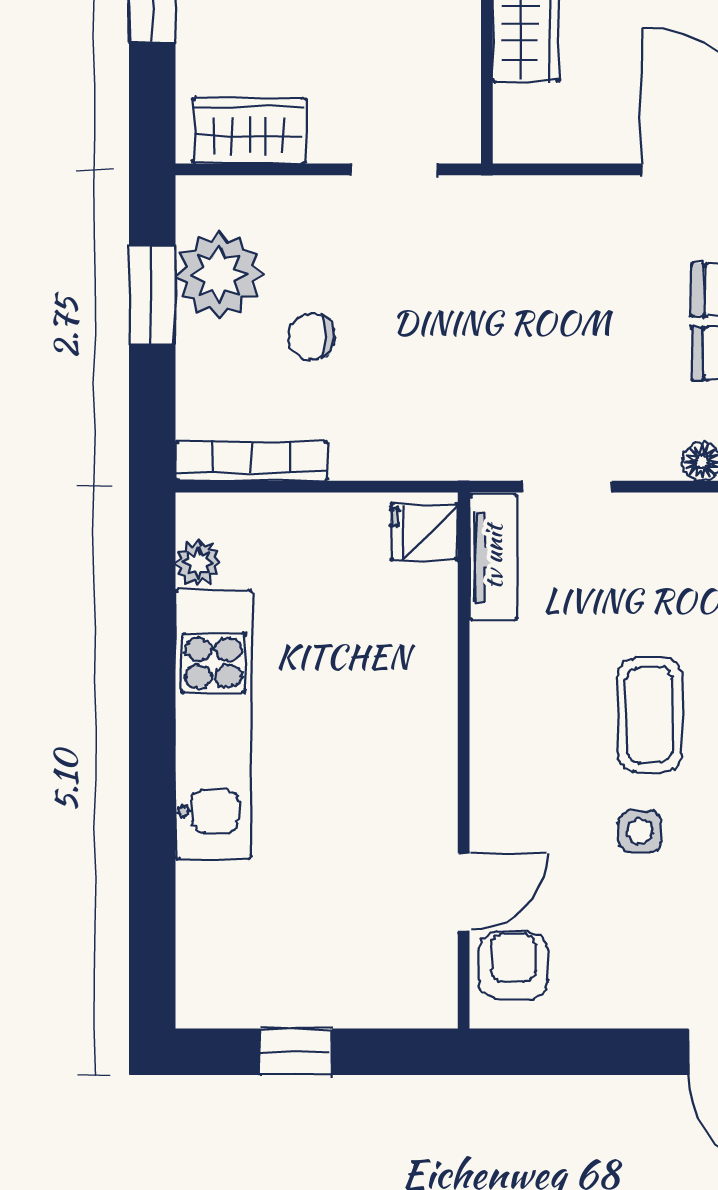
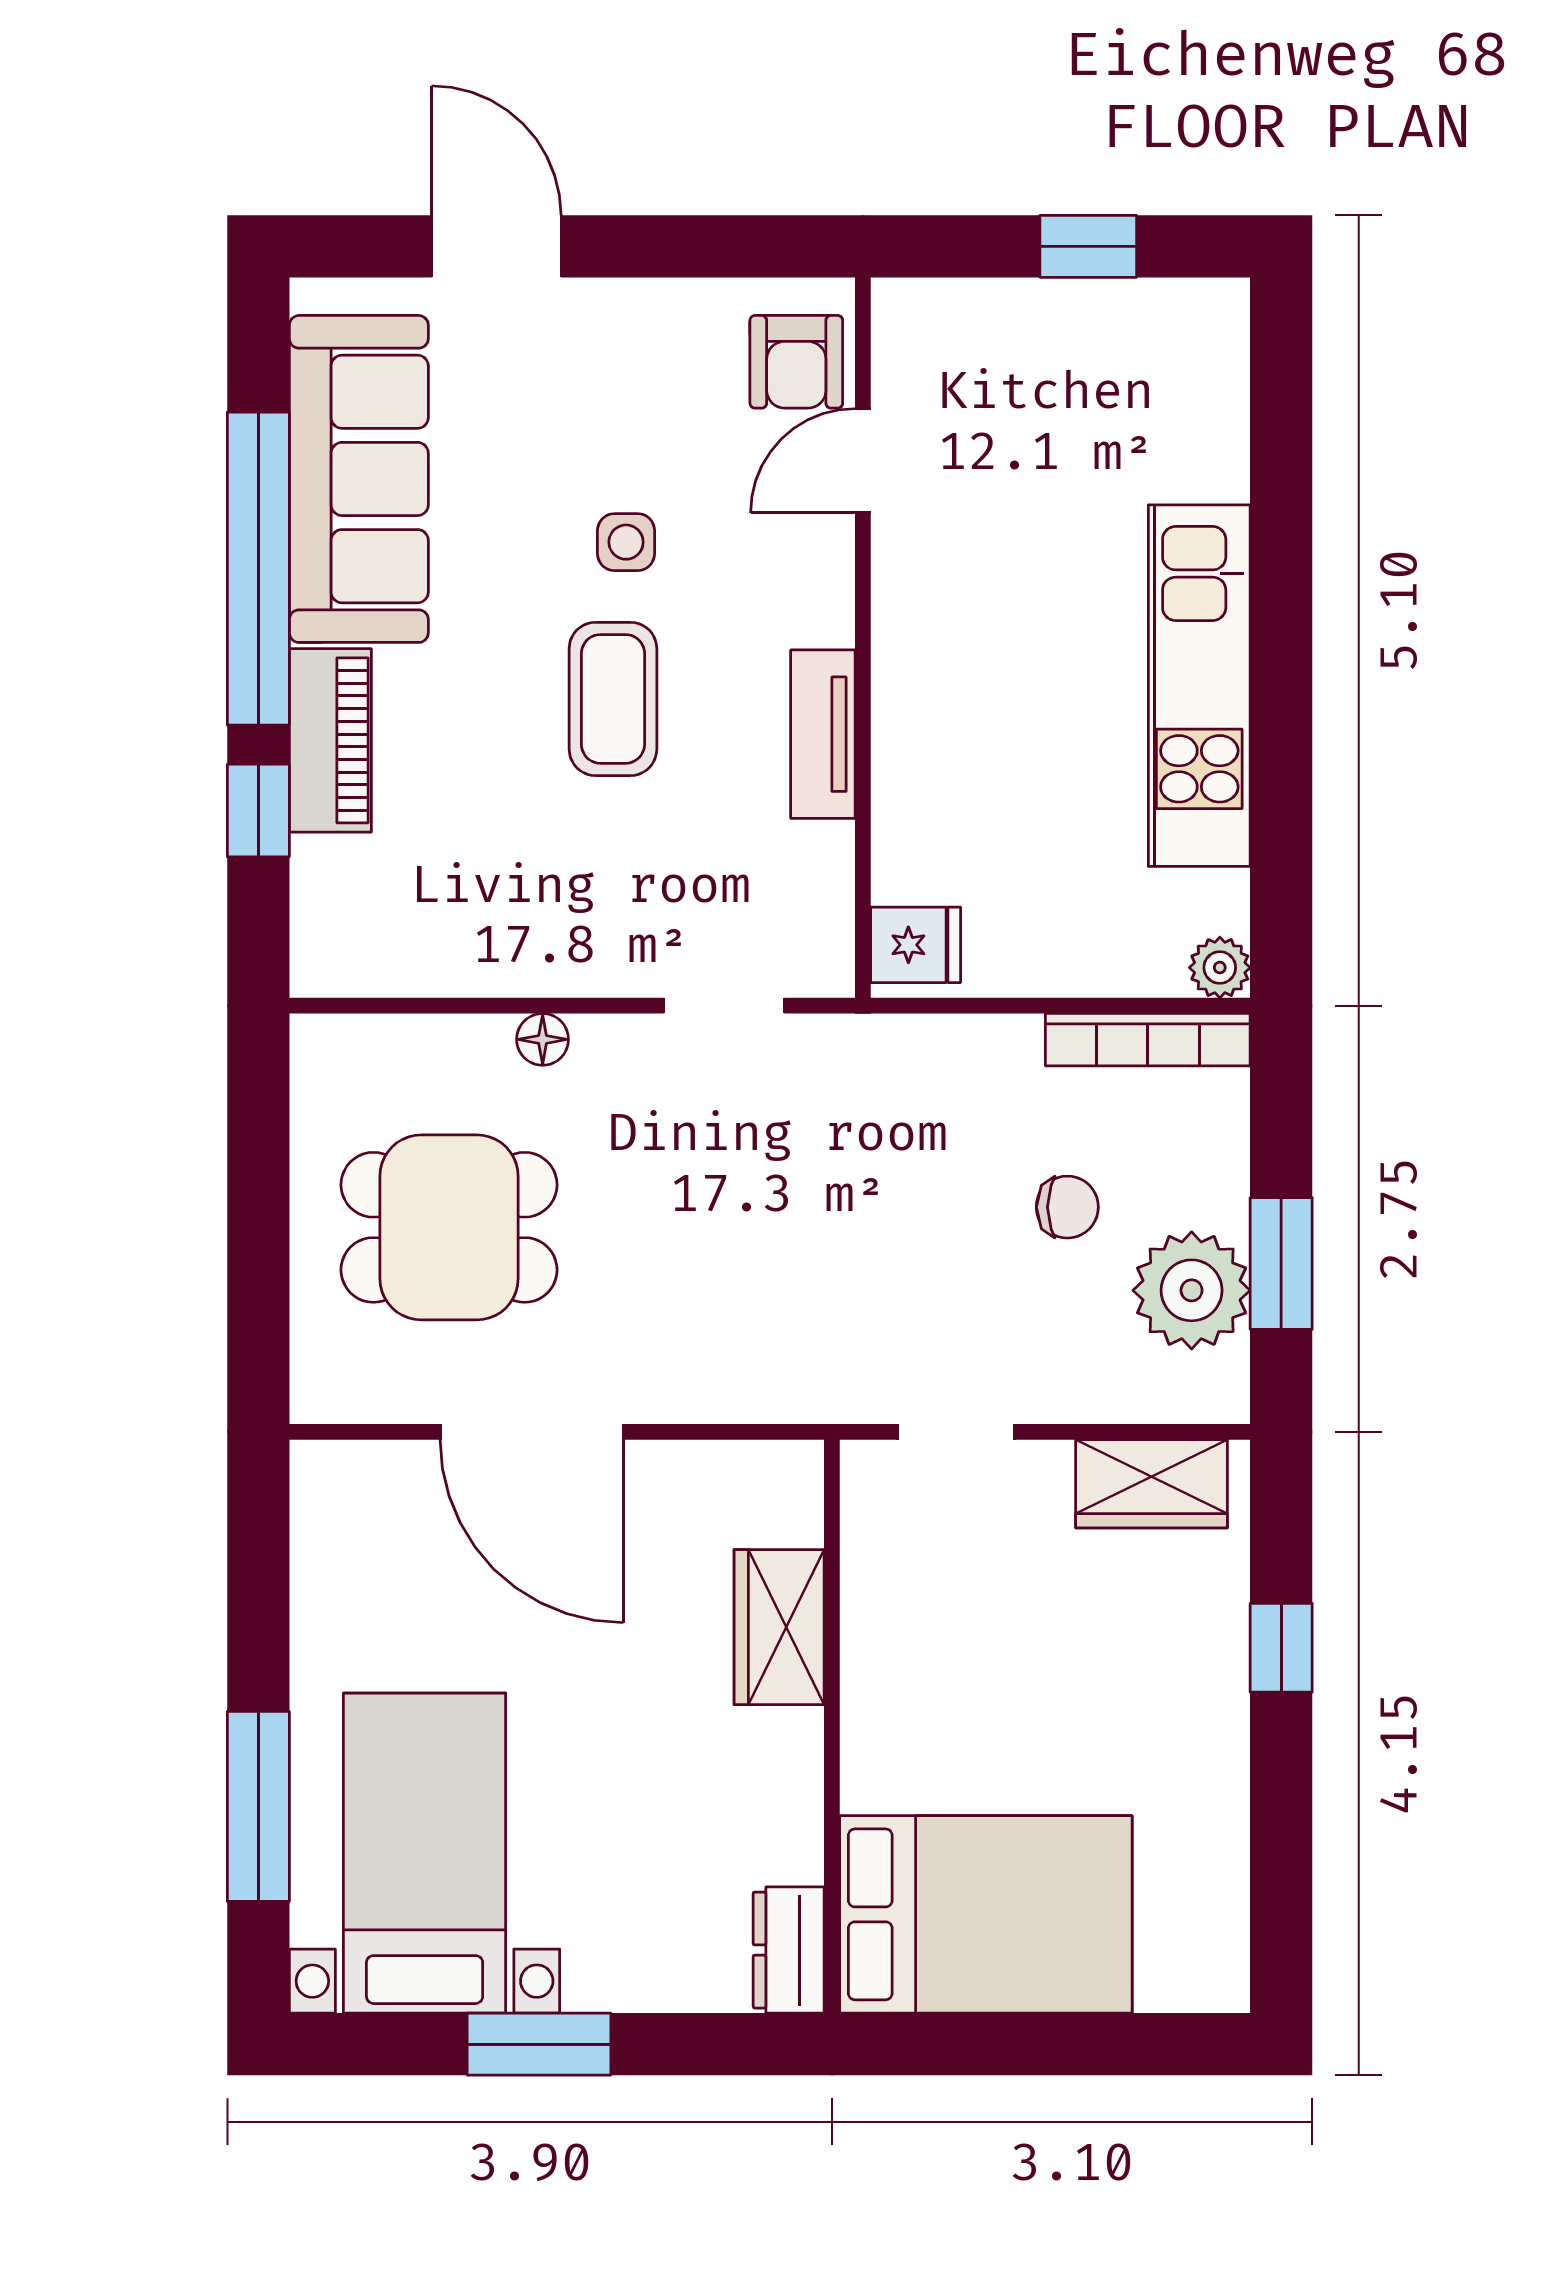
tv unit: (493, 557) -> (823, 734), moved
plant: (198, 563) -> (1220, 968), moved

